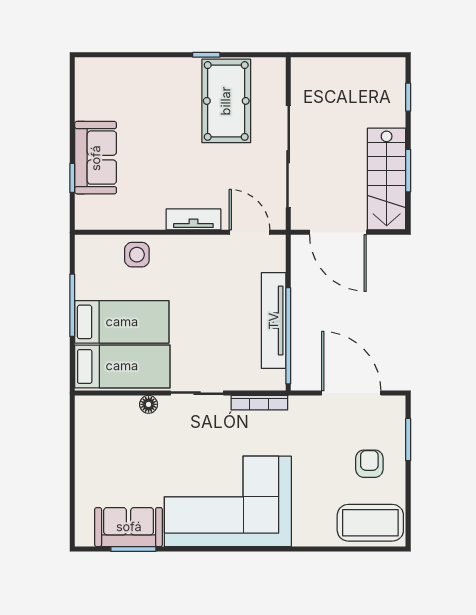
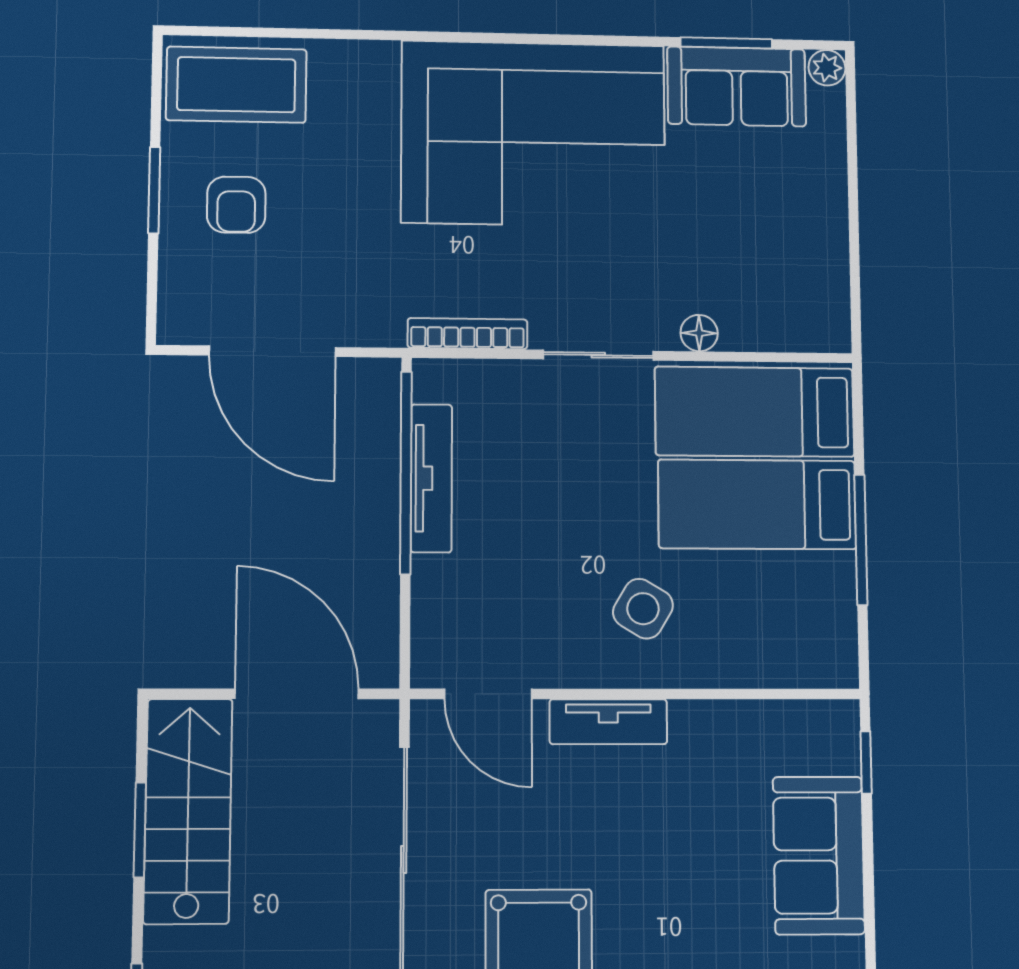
window: (72, 178) -> (866, 762), moved
side table: (137, 255) -> (643, 609), moved, turned 31
tv unit: (274, 321) -> (431, 478), width x0.73, depth x0.78
window: (408, 440) -> (154, 190), moved
plant: (84, 538) -> (827, 68), added

